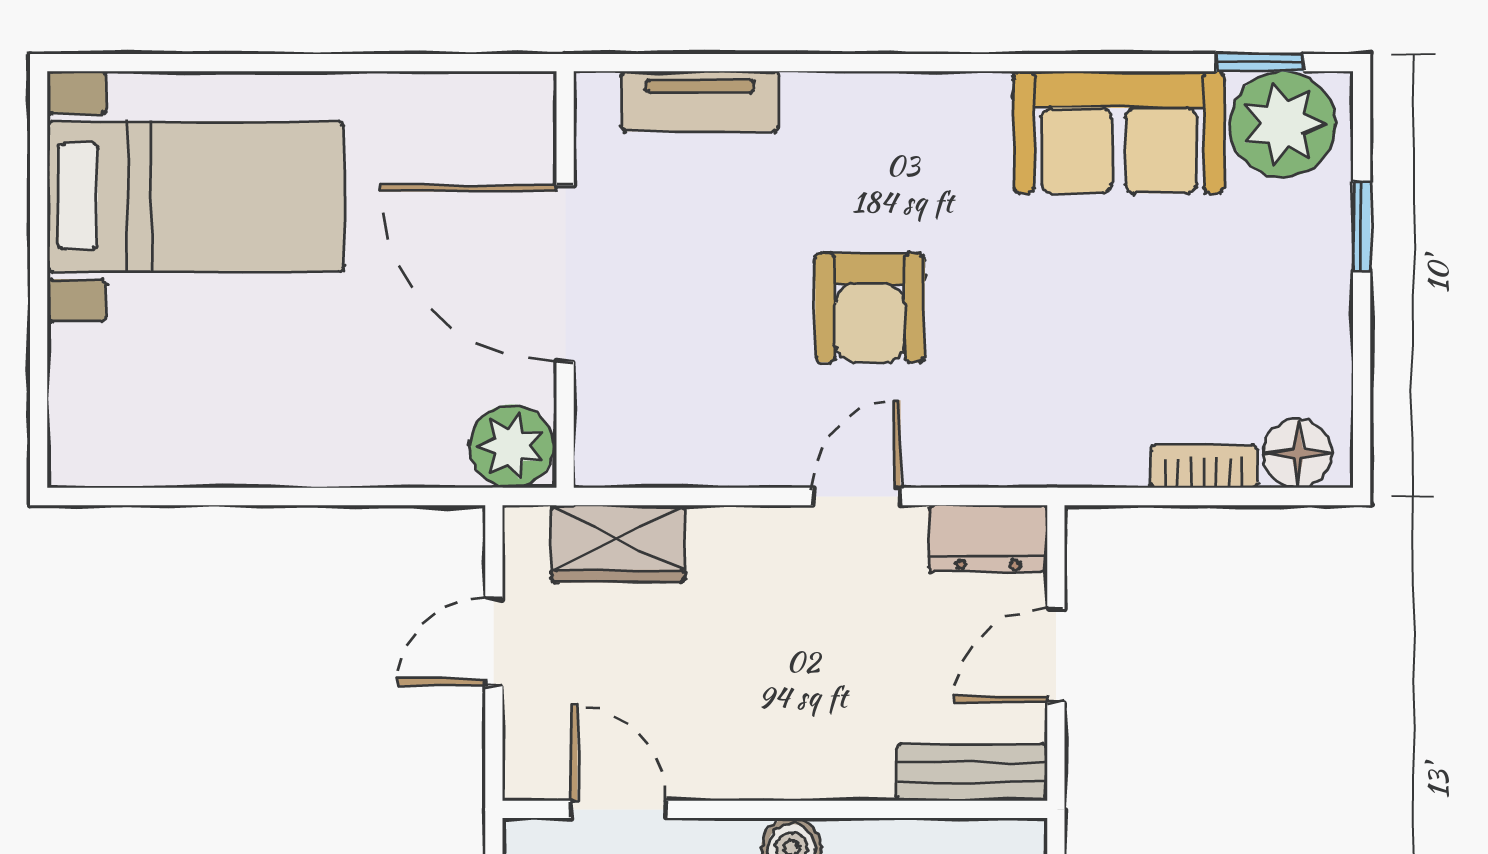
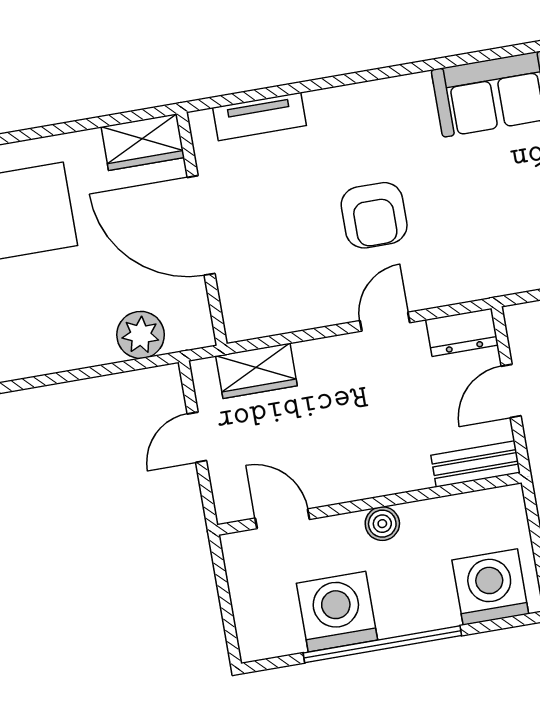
wardrobe: (488, 111) -> (143, 142), added
plant: (512, 446) -> (141, 335), moved

